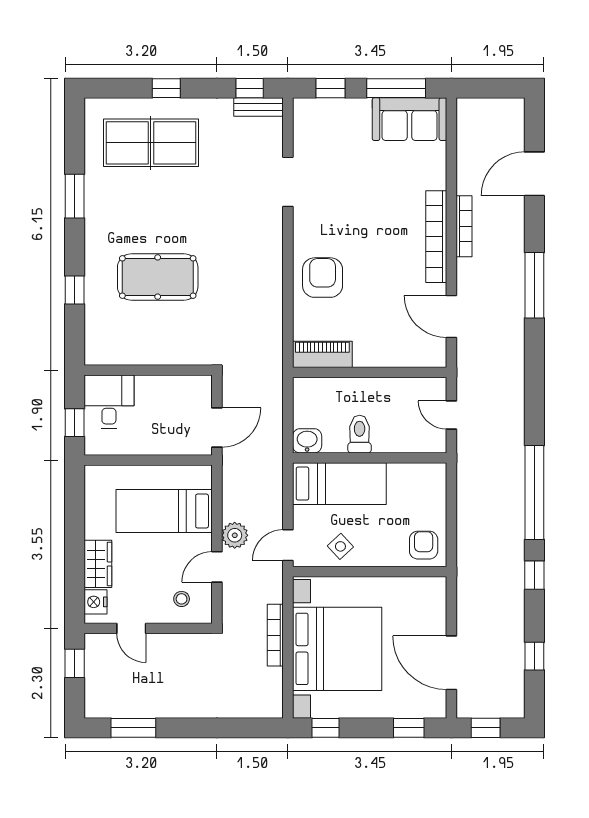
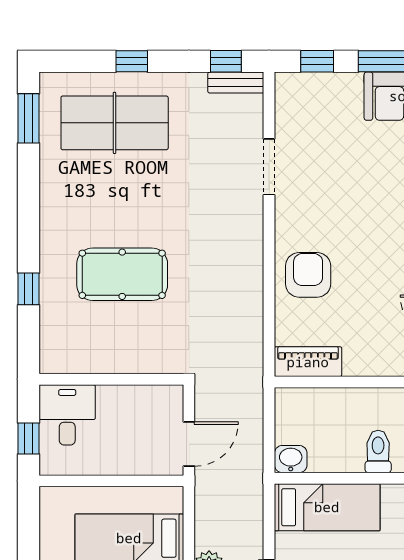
window: (75, 196) -> (28, 118), moved
toilet: (360, 434) -> (378, 451), moved

